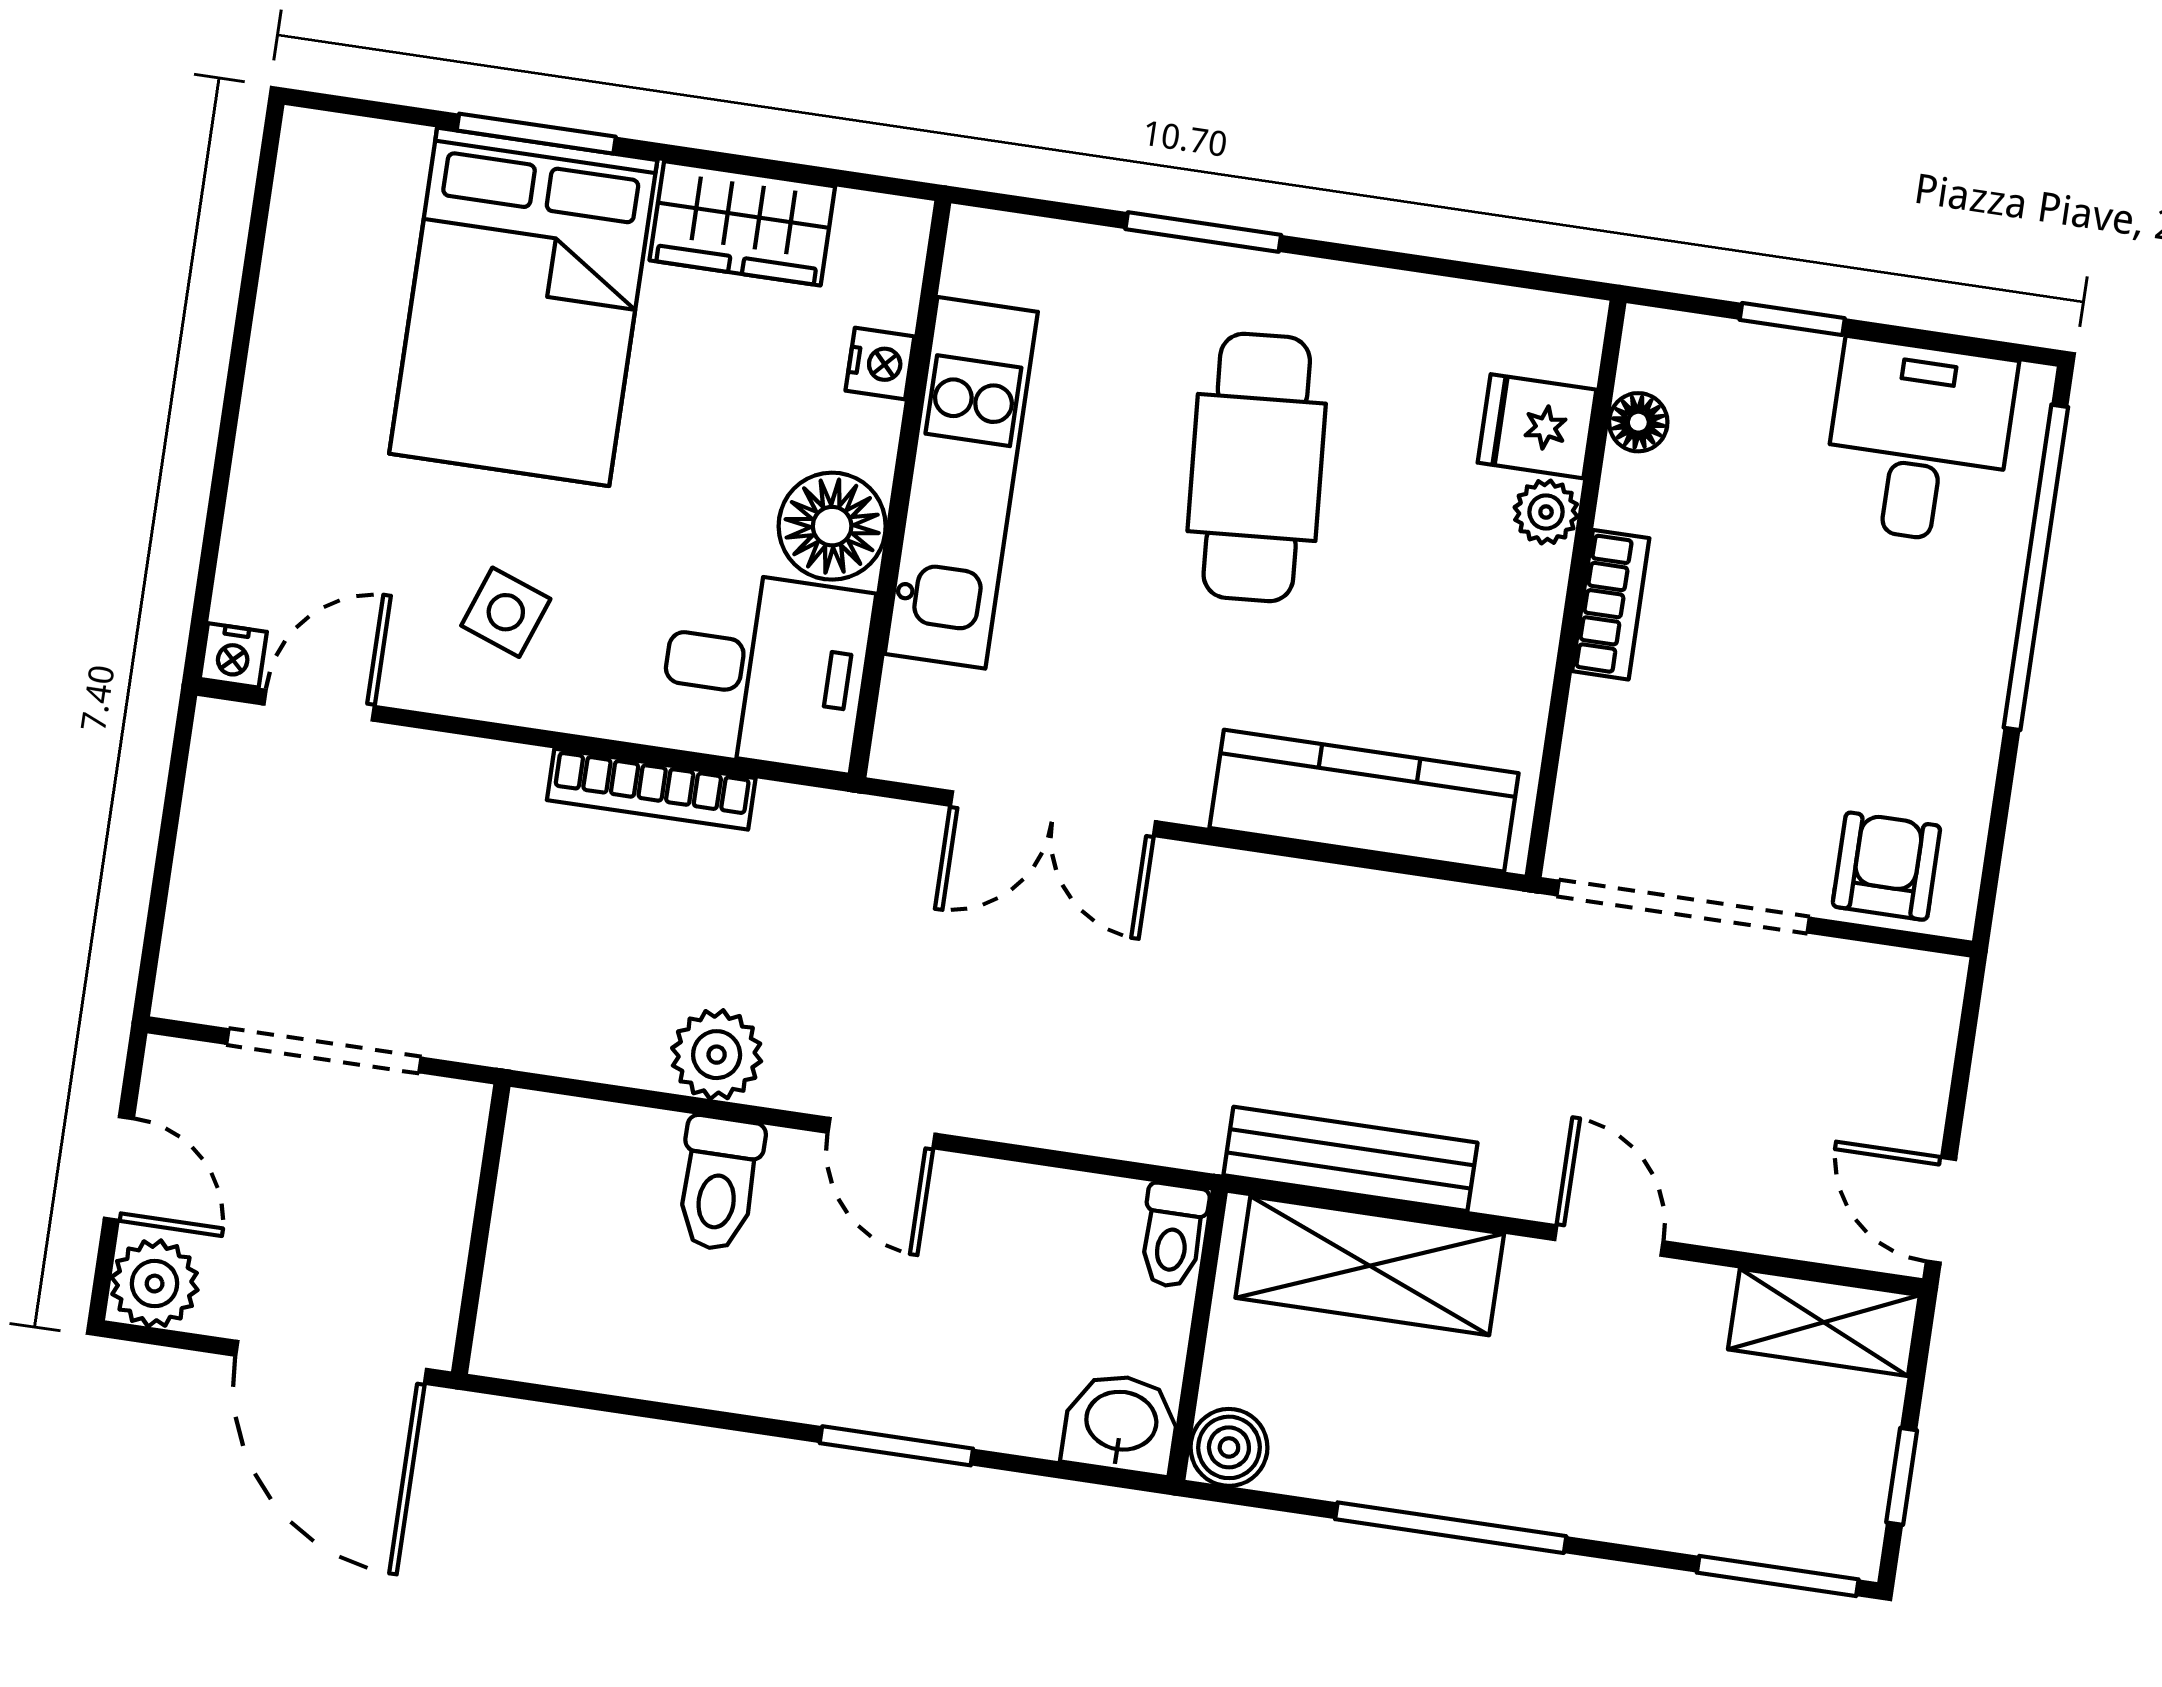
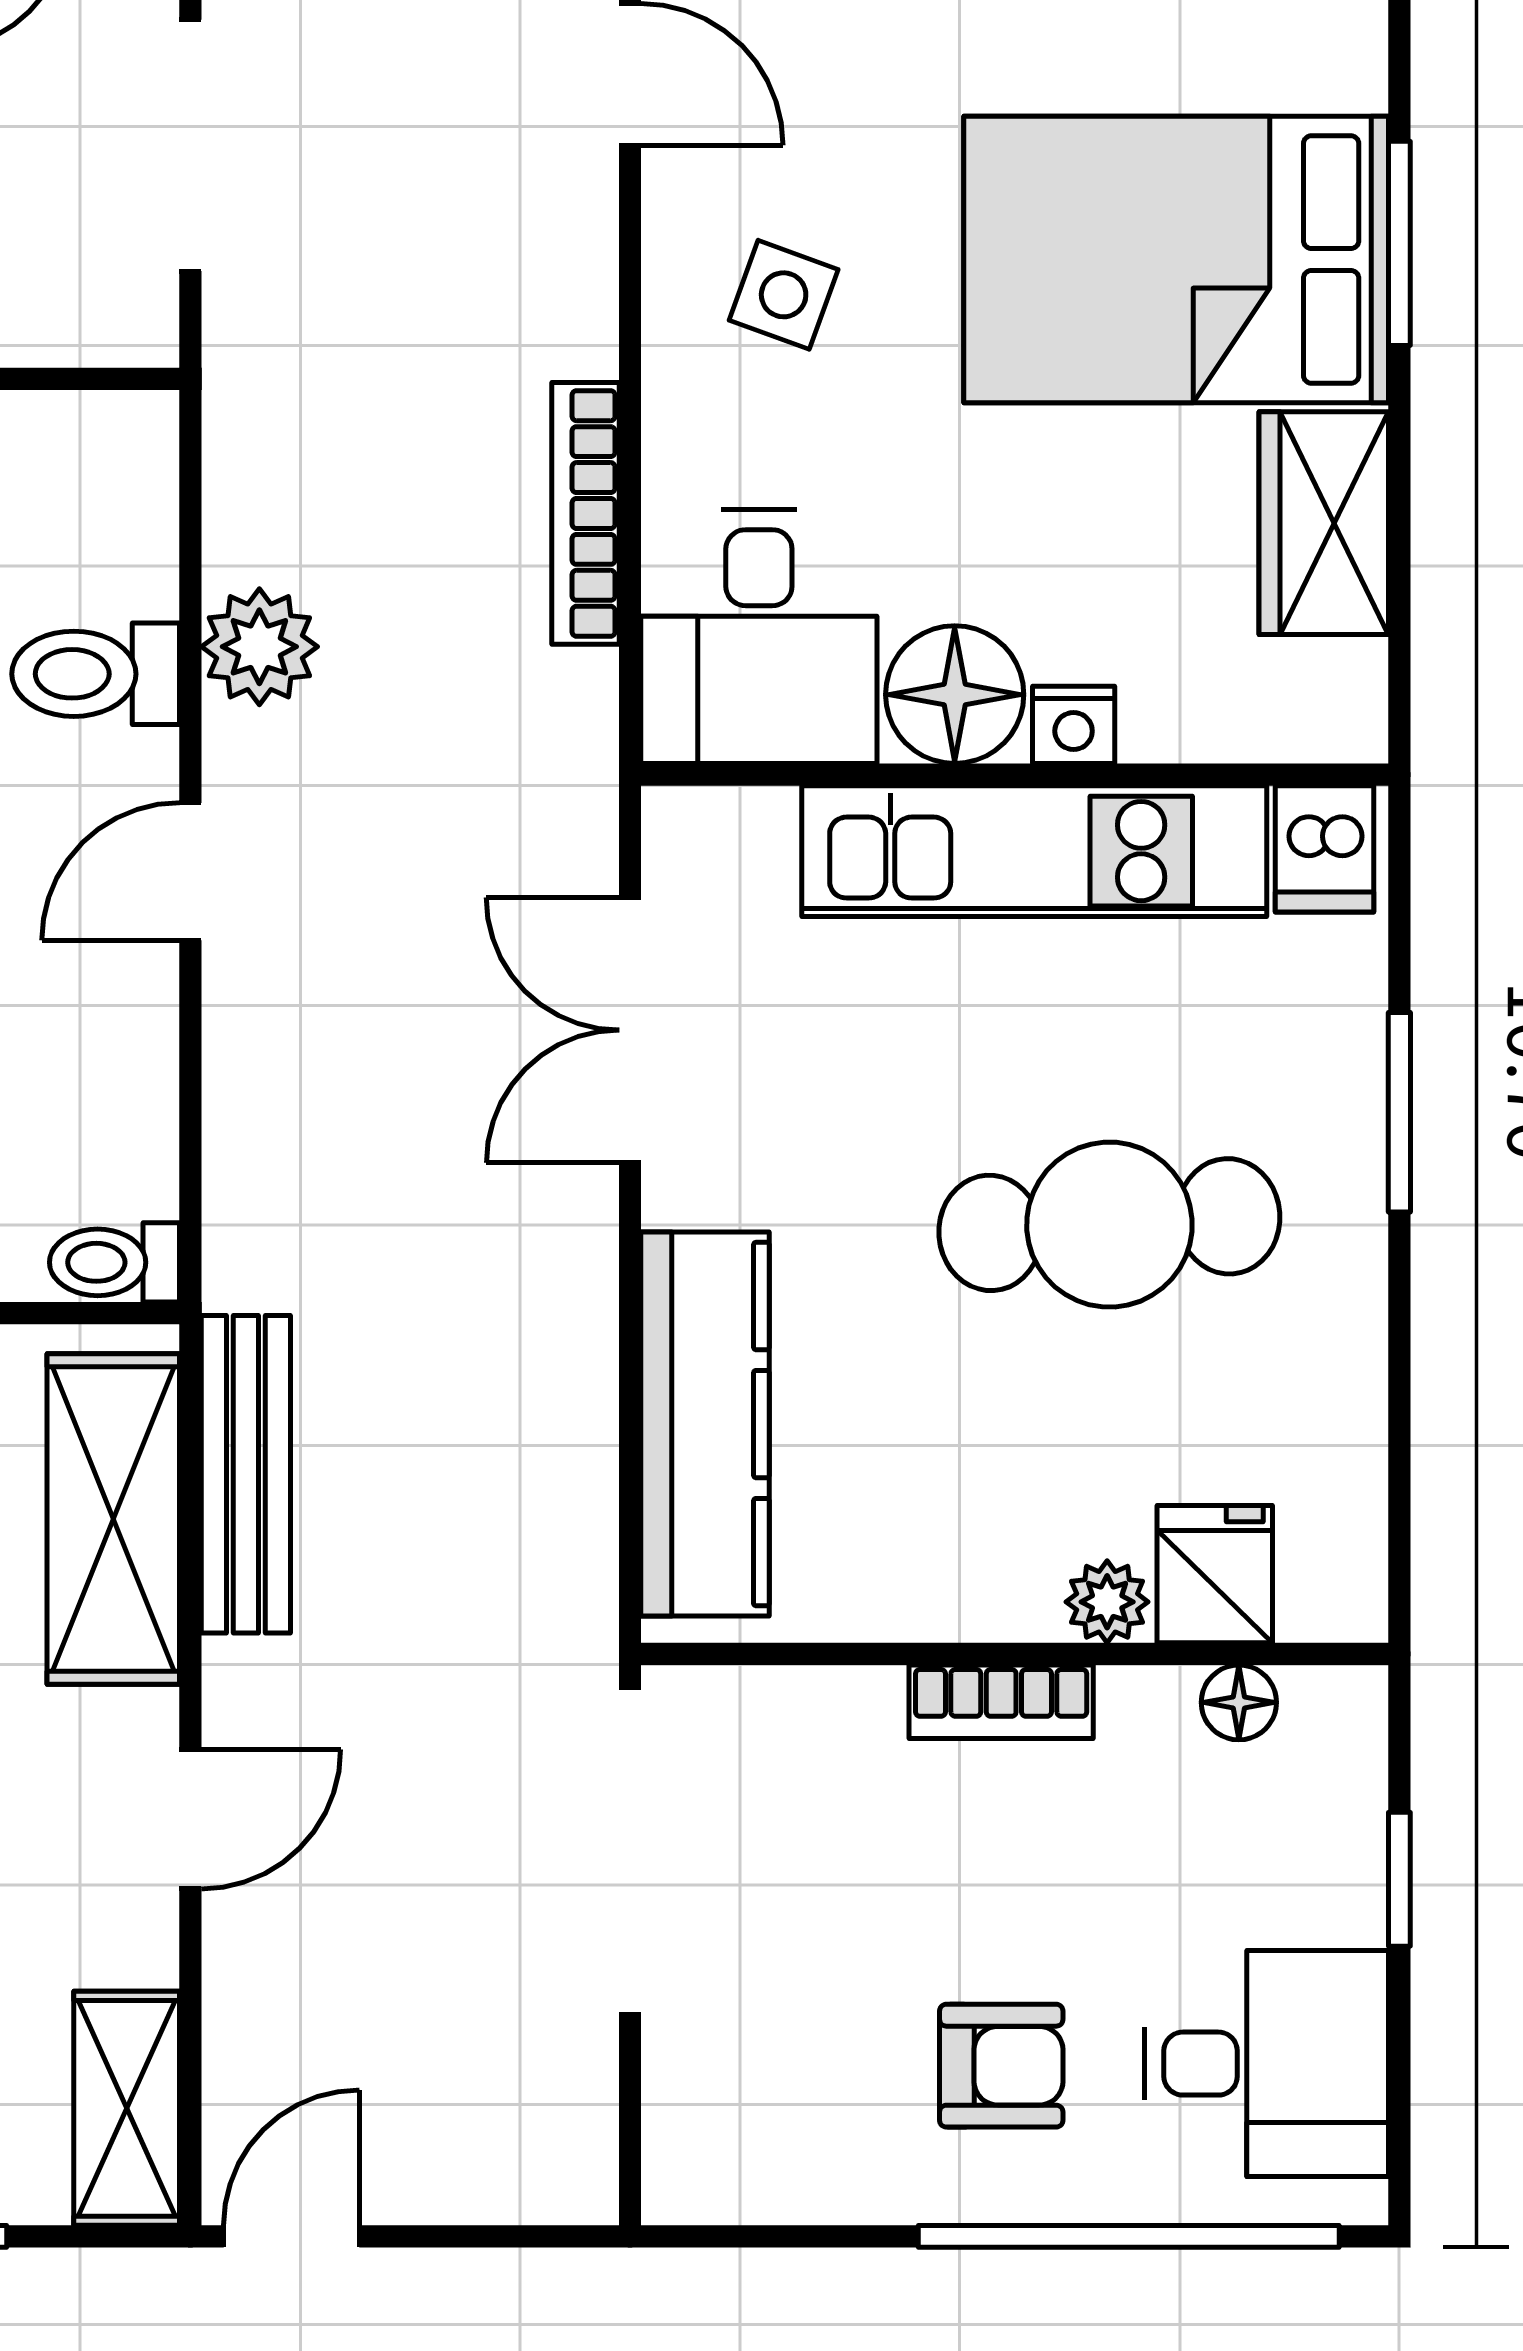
dishwasher: (993, 260) -> (1325, 849), added
nightstand: (880, 364) -> (1074, 725), moved
armchair: (1886, 866) -> (1001, 2066), moved

